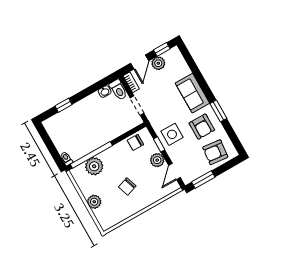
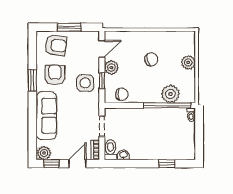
plant: (158, 63) -> (44, 153), moved
sofa: (192, 93) -> (46, 116), width x1.36
window: (203, 180) -> (69, 27), moved

